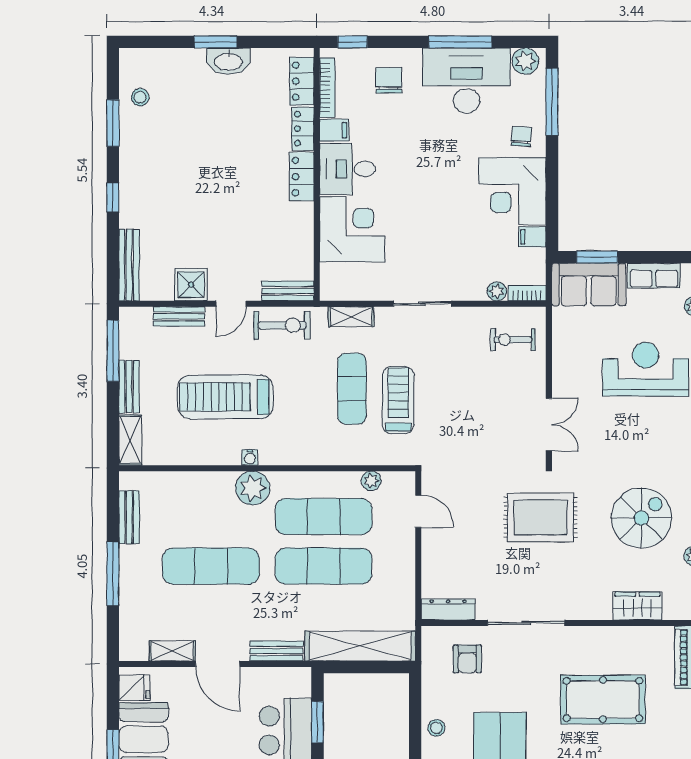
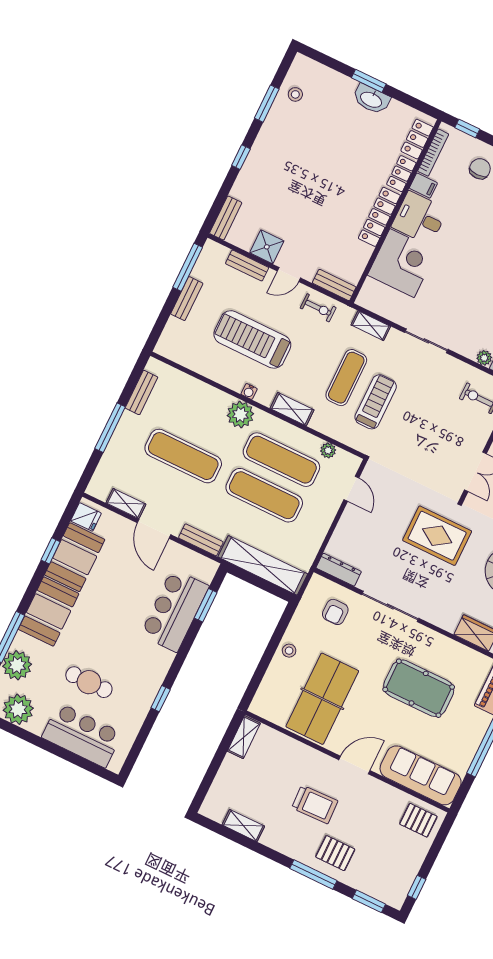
locker: (302, 177) -> (379, 217), width x1.53
bench: (129, 265) -> (226, 218), width x0.73
exercise bike: (282, 325) -> (318, 308), width x0.73, depth x0.72
shelving: (130, 440) -> (292, 409), moved, turned 90

